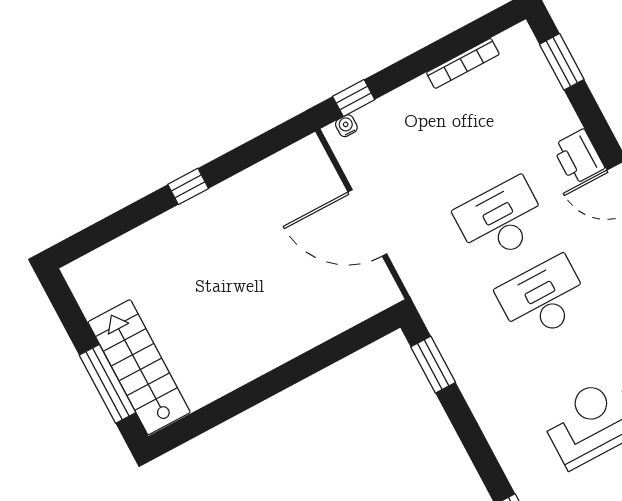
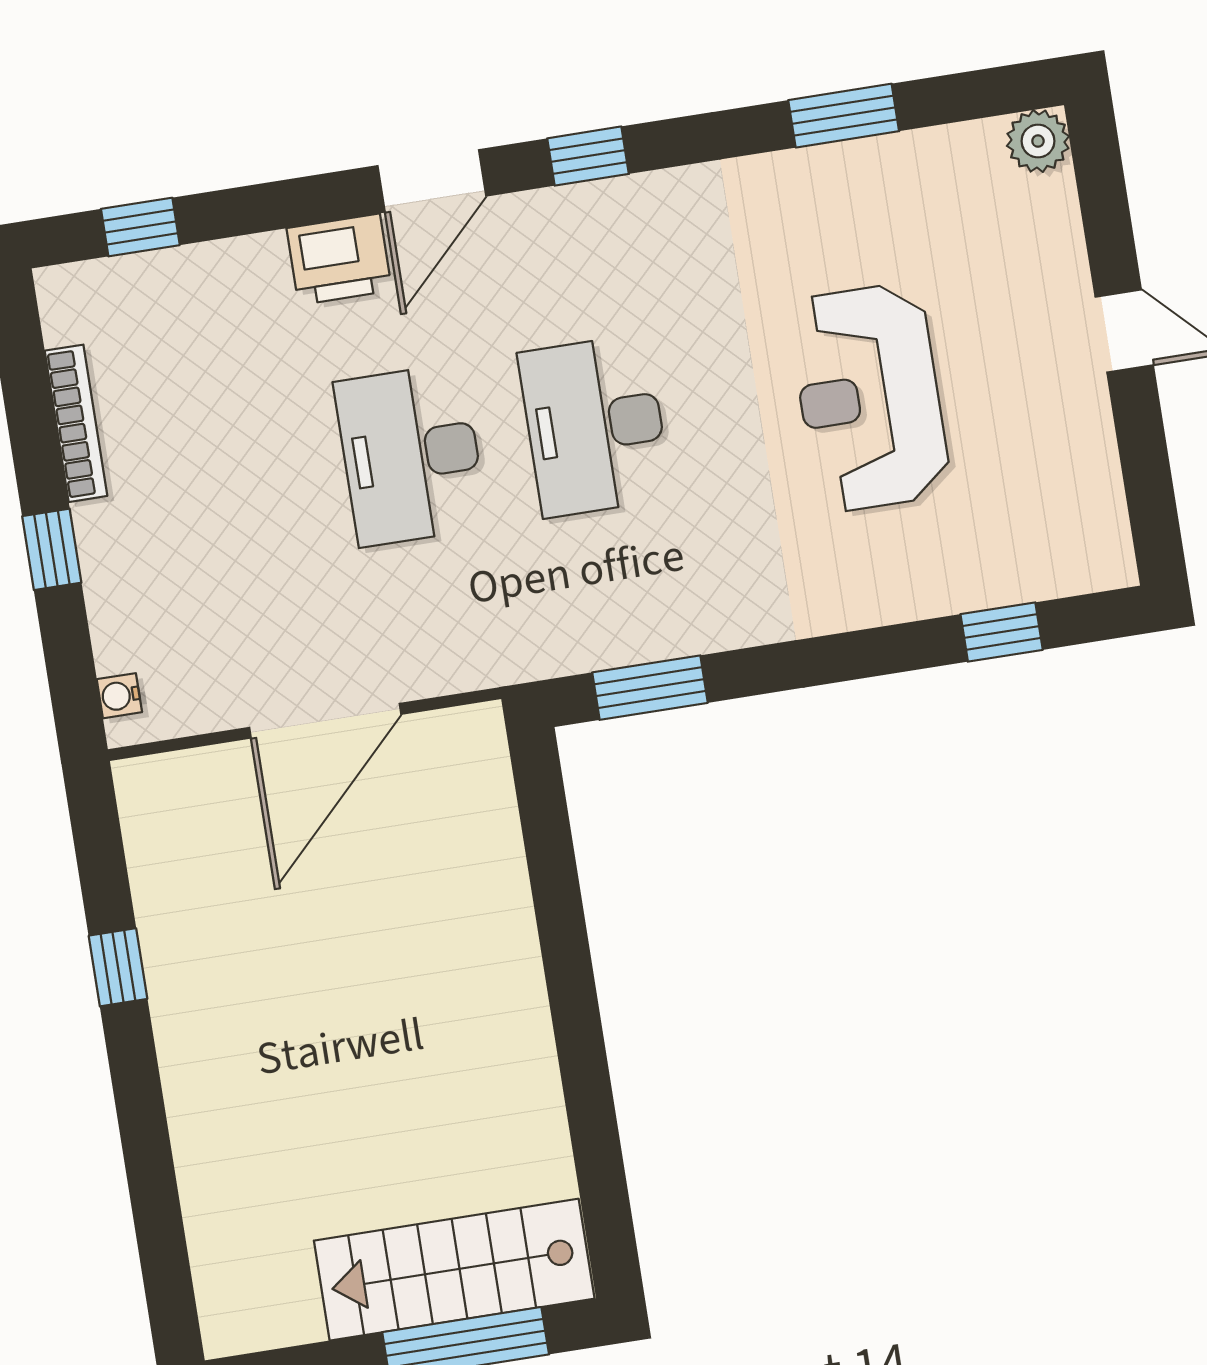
window: (562, 62) -> (140, 227), width x0.67
window: (354, 98) -> (52, 549), moved
window: (188, 186) -> (118, 967), moved

